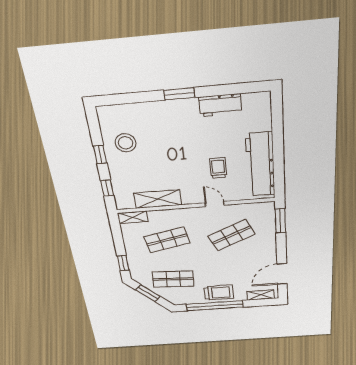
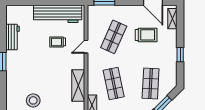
shop shelf: (232, 235) -> (114, 37), turned 48
trolley: (219, 293) -> (146, 35), moved, turned 90
window: (215, 306) -> (180, 55), width x0.32

